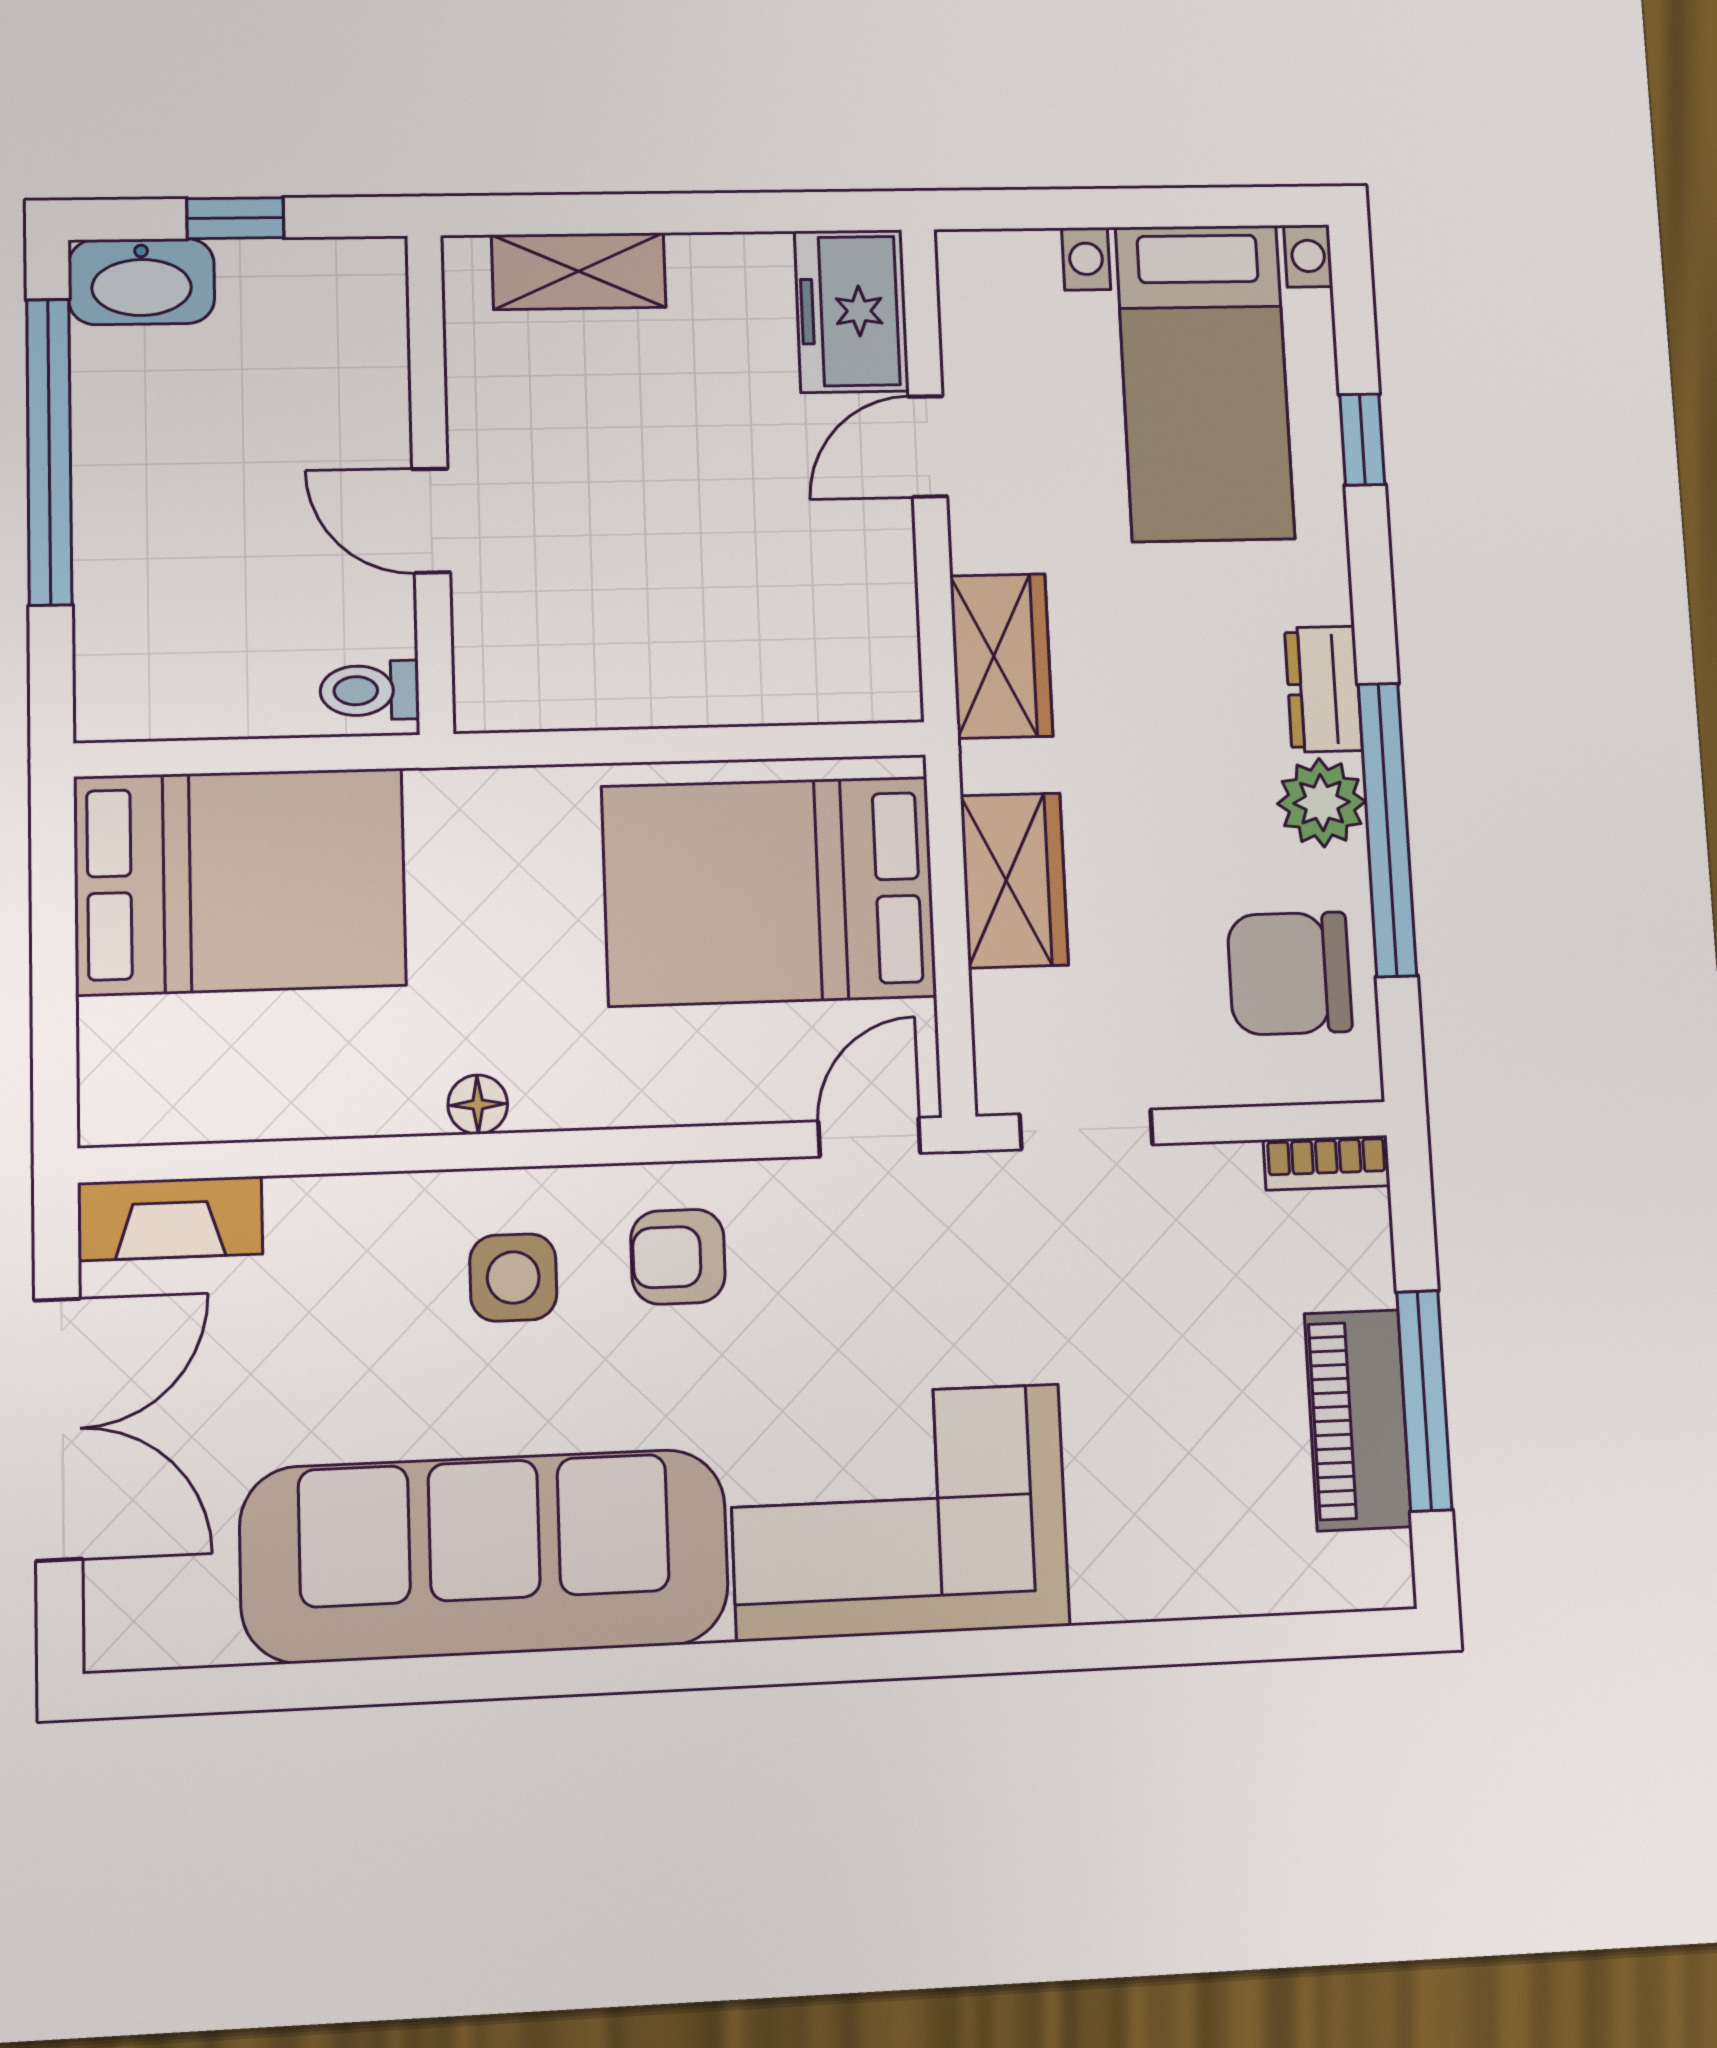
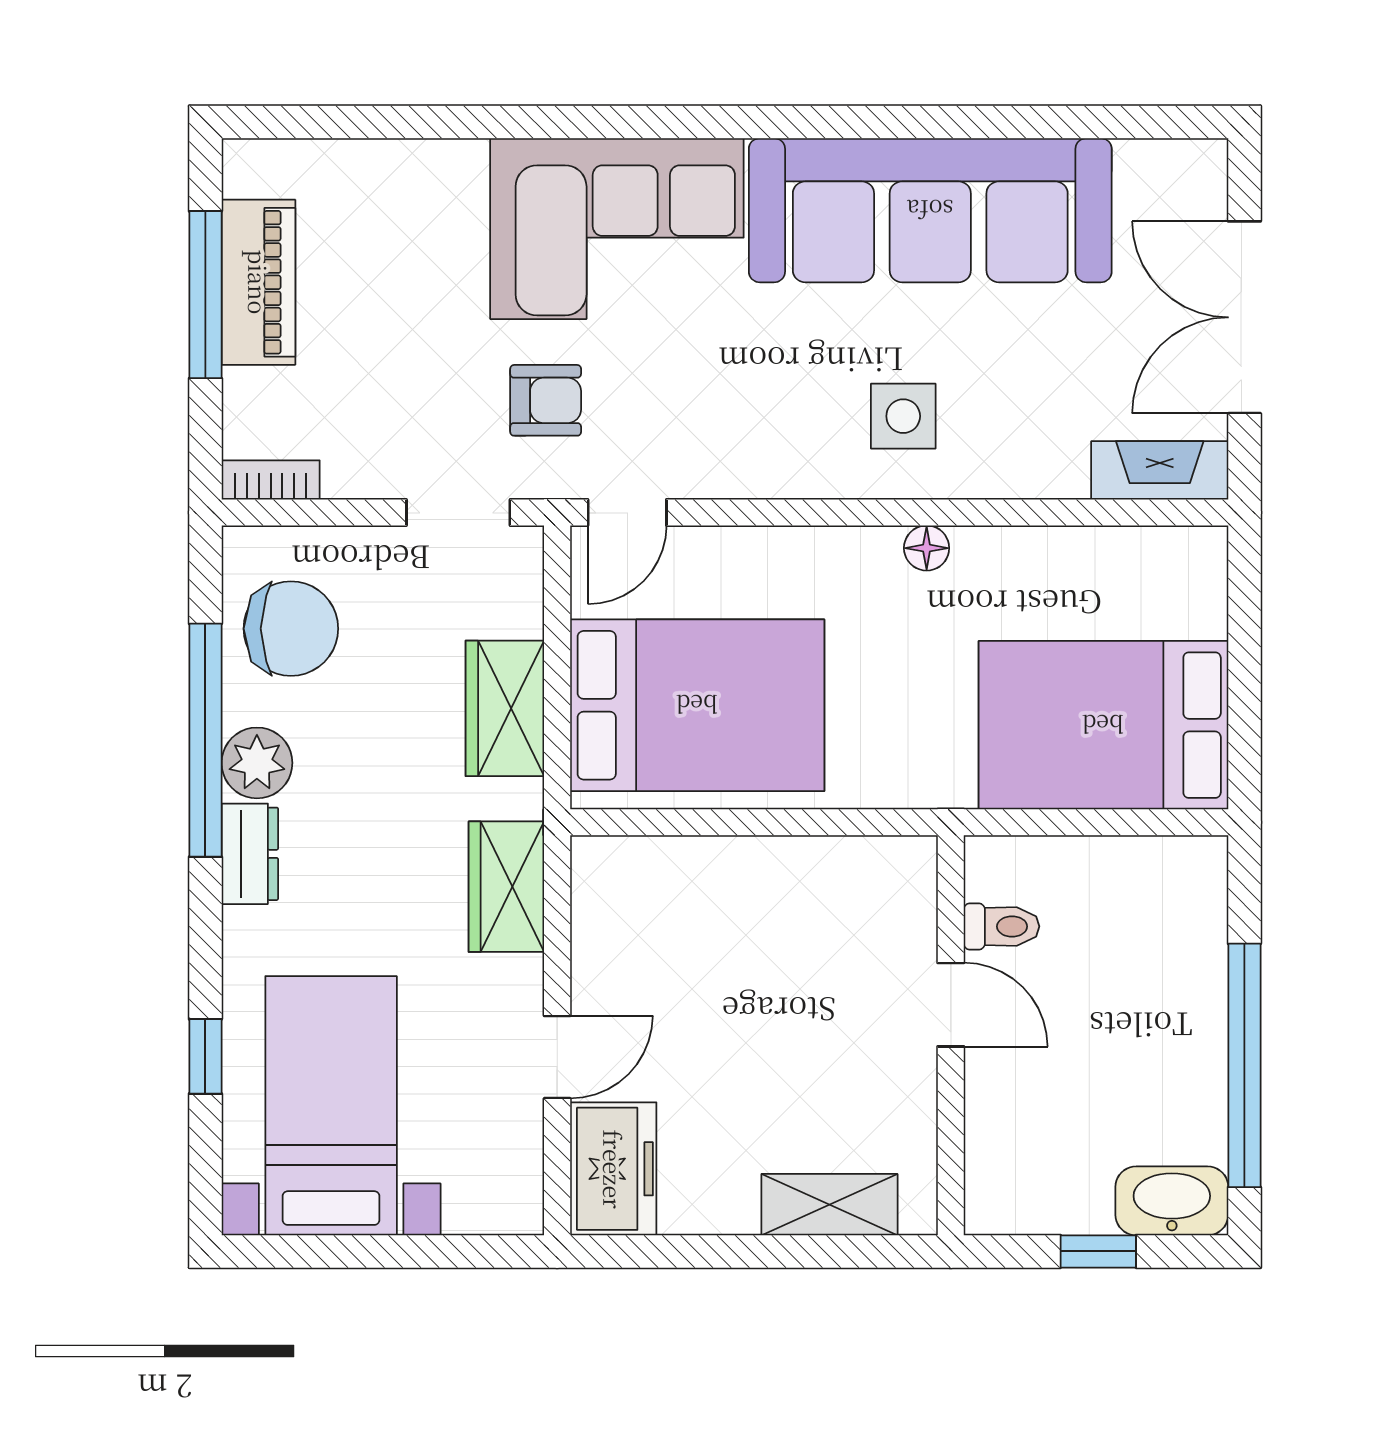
toilet: (370, 690) -> (1001, 926), moved
armchair: (678, 1257) -> (546, 400), moved

